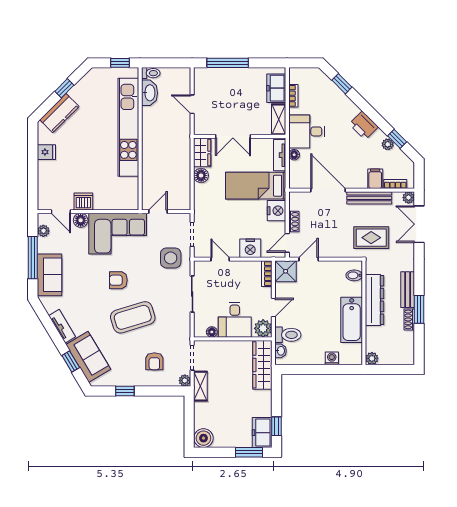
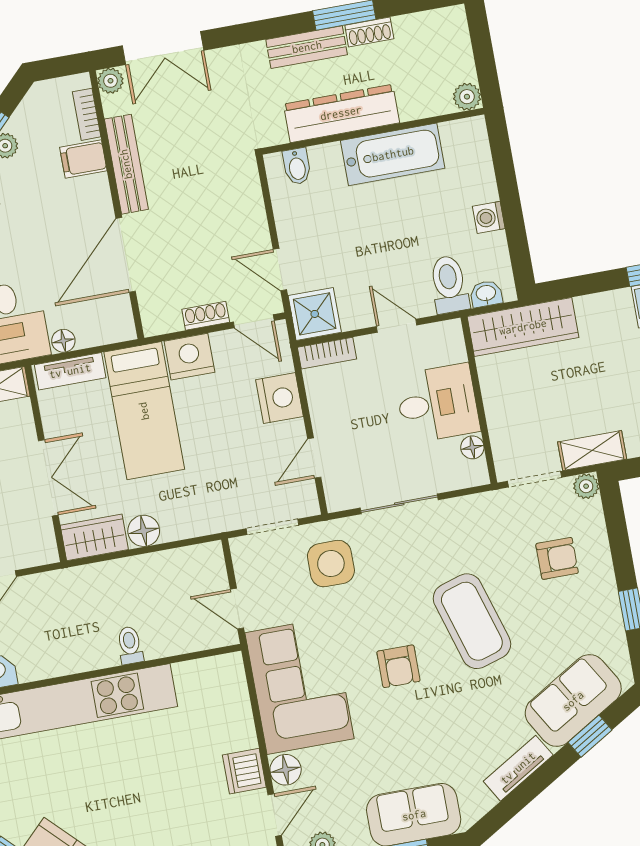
toilet: (150, 160) -> (130, 645), added
rug: (371, 238) -> (210, 145), removed
plant: (263, 328) -> (445, 340), removed
washing machine: (332, 358) -> (489, 217), moved

